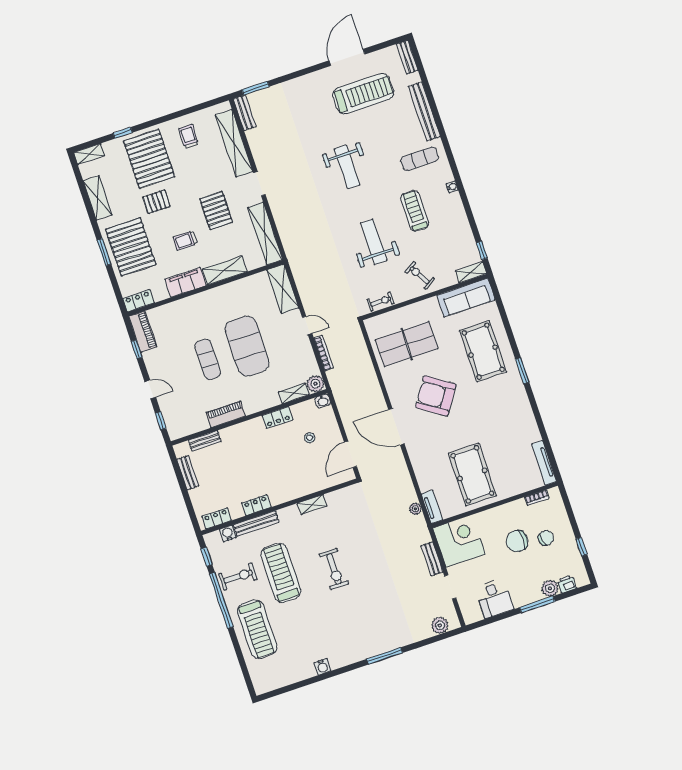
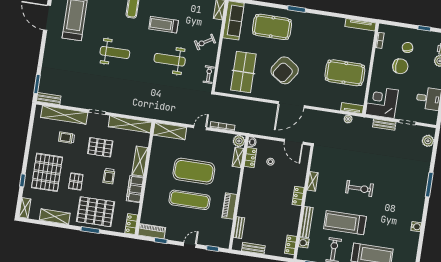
trolley: (189, 136) -> (67, 138), moved
pallet: (149, 159) -> (47, 172), turned 90
exercise mat: (208, 359) -> (190, 200), width x1.36, depth x1.45
locker: (277, 418) -> (250, 157), moved
locker: (256, 505) -> (298, 196), moved
chair: (517, 541) -> (400, 66), turned -90

